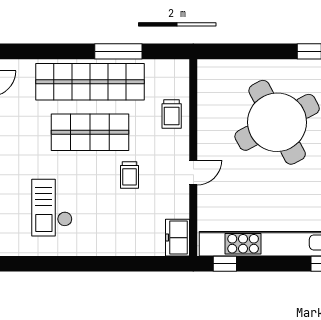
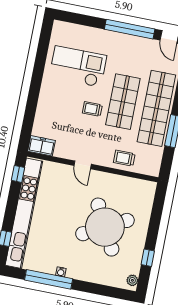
trolley: (129, 175) -> (92, 109), moved
checkout: (52, 208) -> (78, 66), width x1.36, depth x1.21

